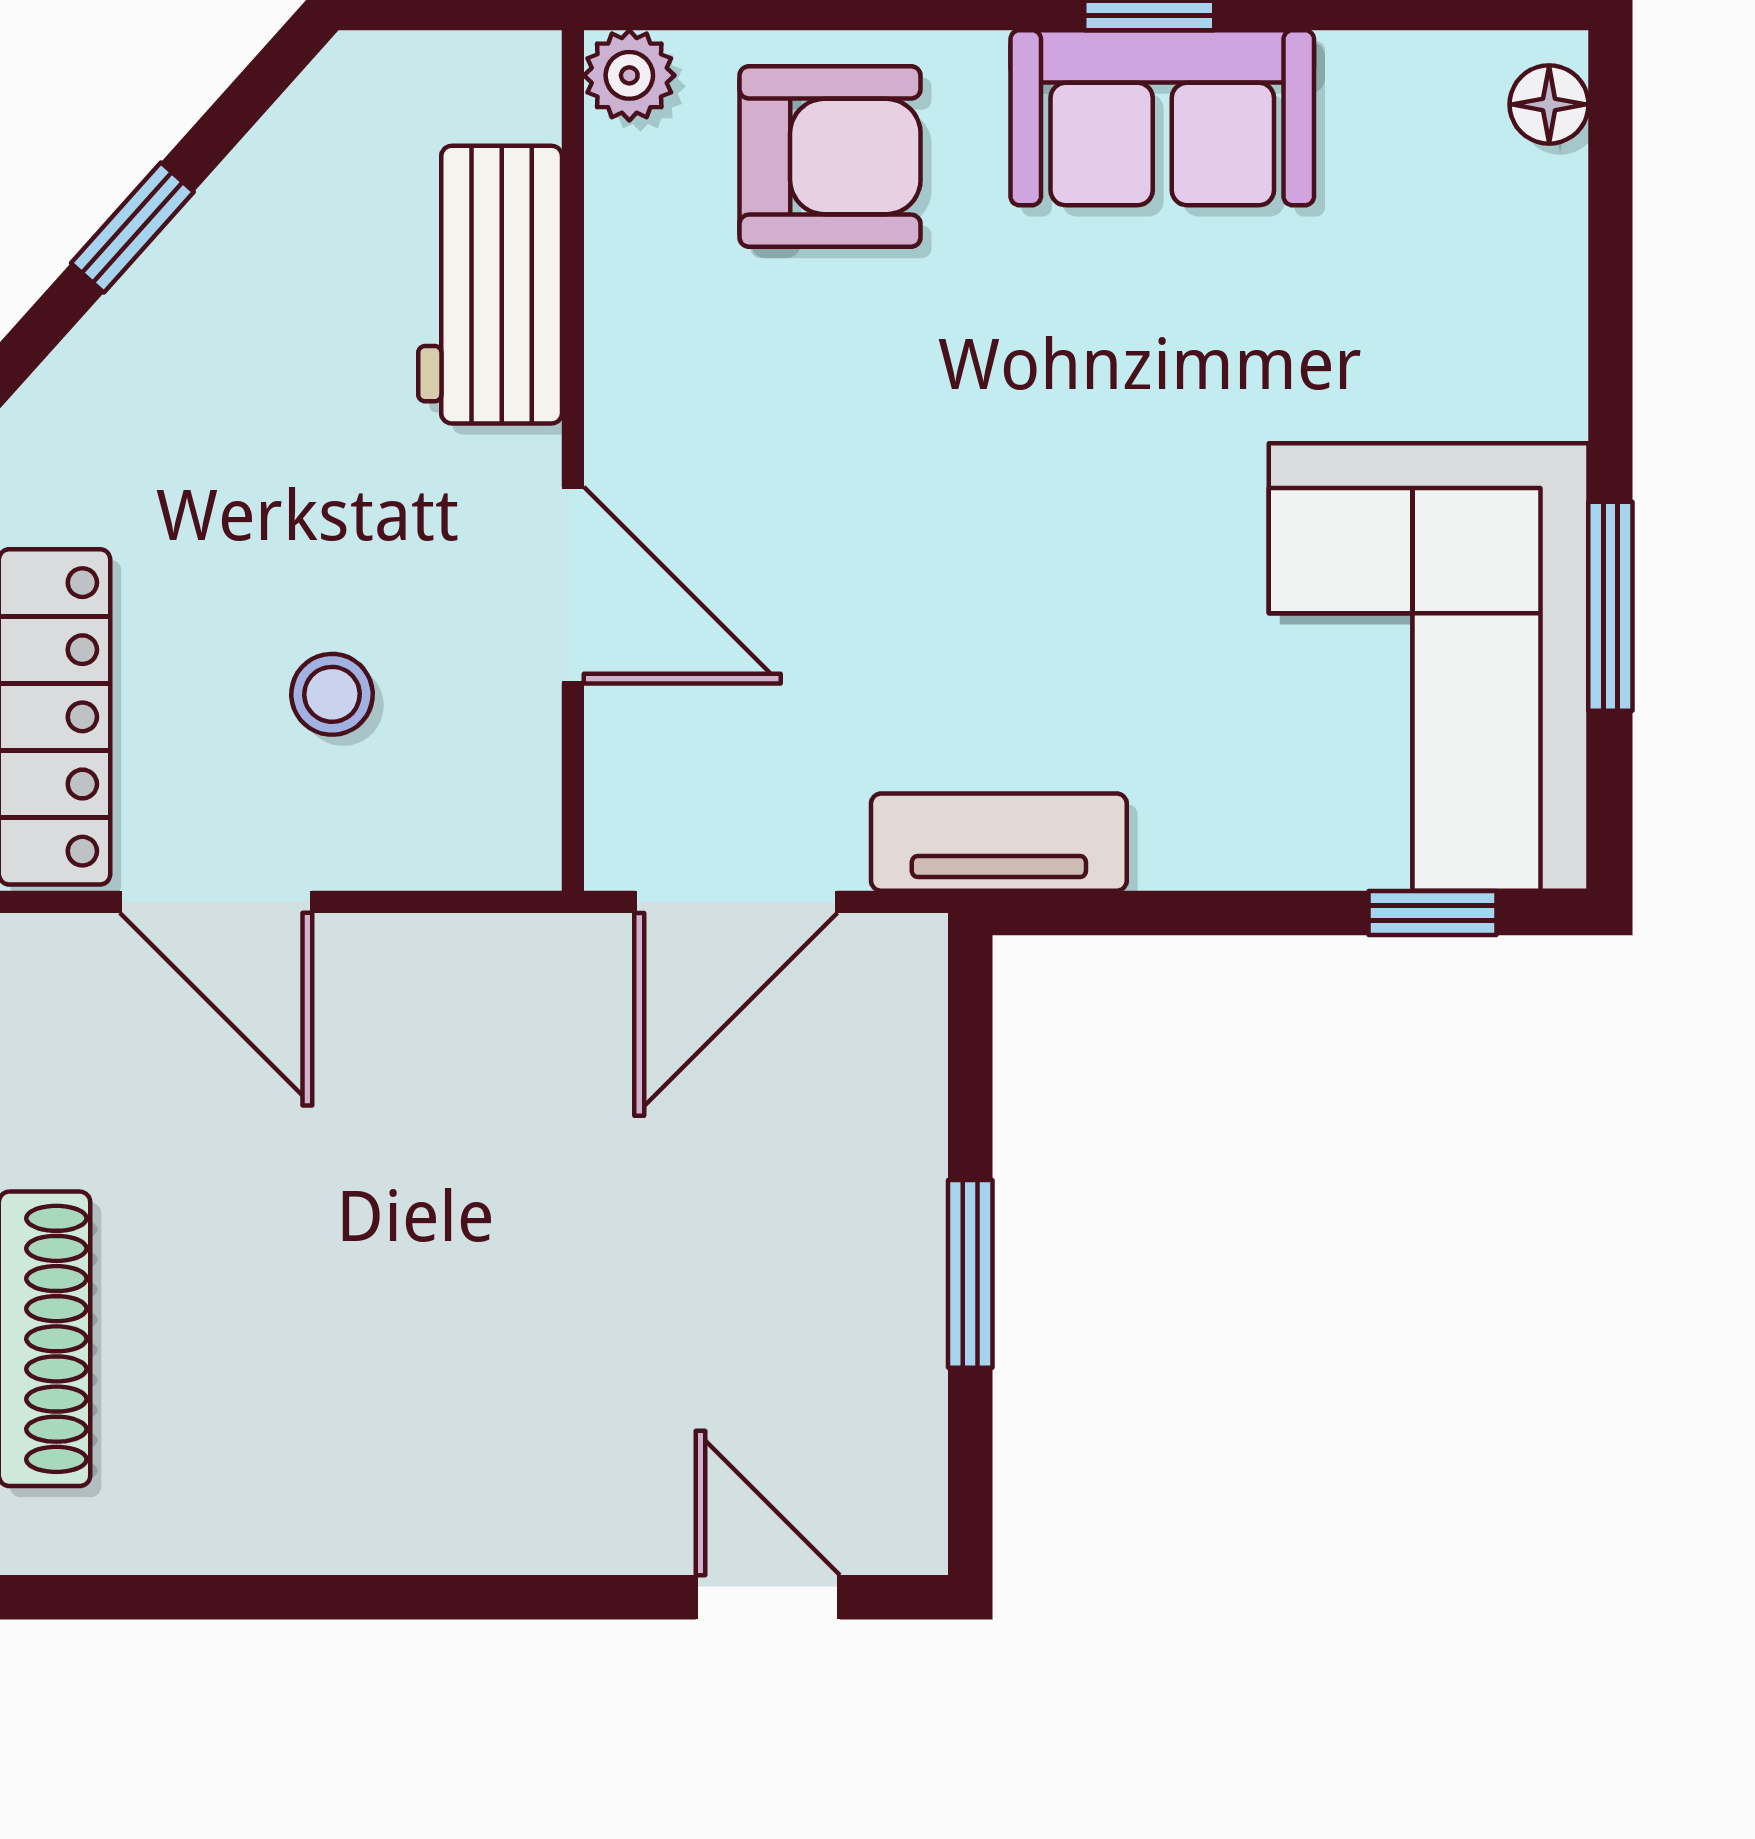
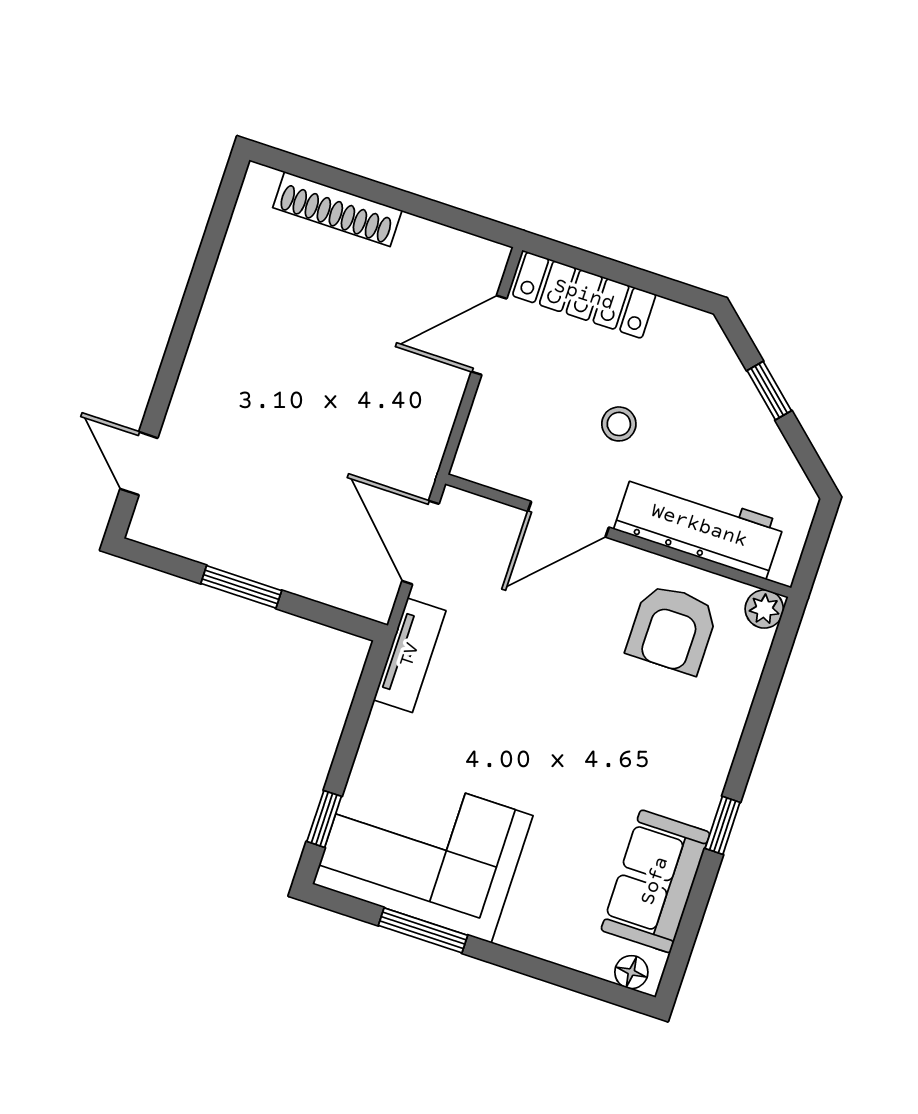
sofa: (1162, 118) -> (655, 881), moved
armchair: (830, 157) -> (672, 629), moved
workbench: (490, 285) -> (699, 526), width x1.38
stool: (332, 694) -> (619, 424), moved
door: (768, 1597) -> (139, 463), swing flipped

